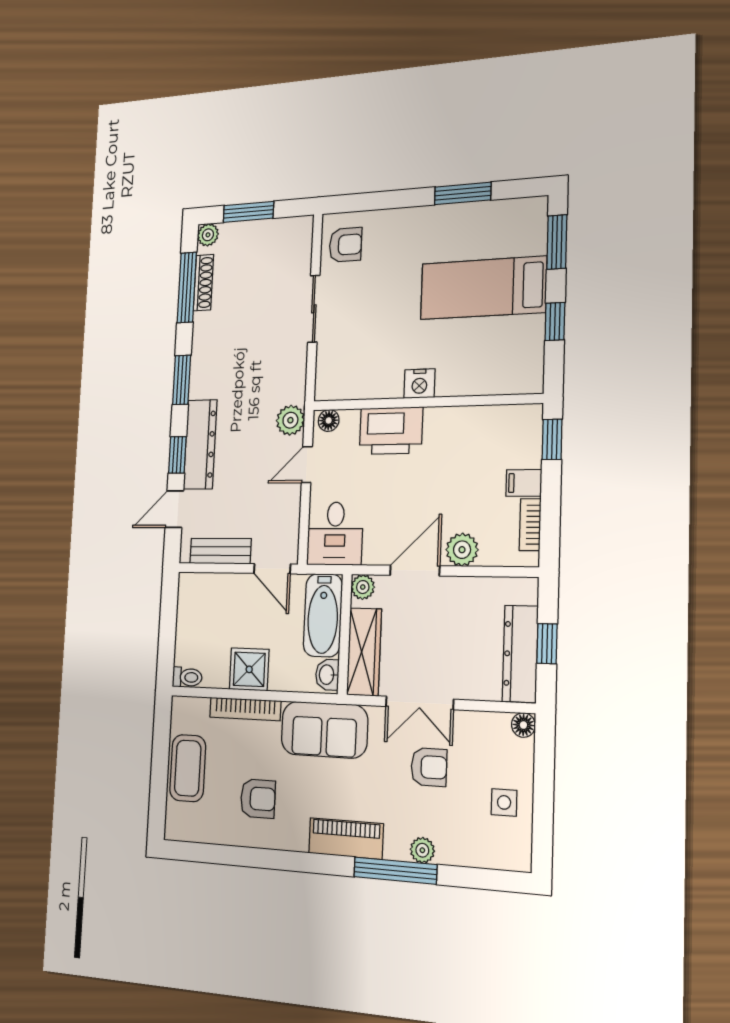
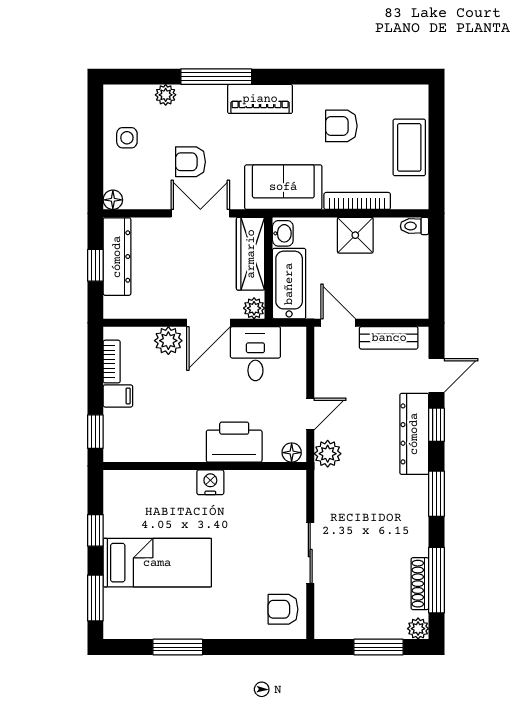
desk: (335, 534) -> (255, 354), moved
plant: (422, 850) -> (166, 95), moved

